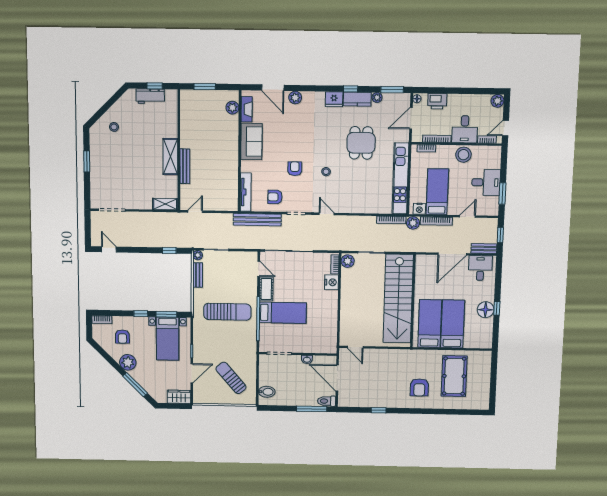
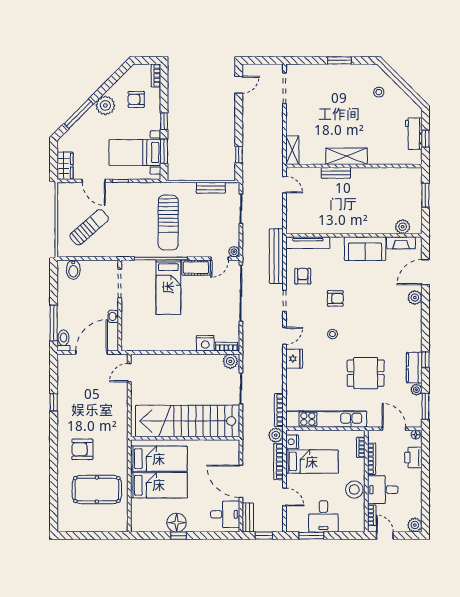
fridge: (334, 99) -> (294, 359), moved, turned 180
bench: (185, 166) -> (336, 173), width x0.73
plant: (198, 255) -> (234, 252), moved

